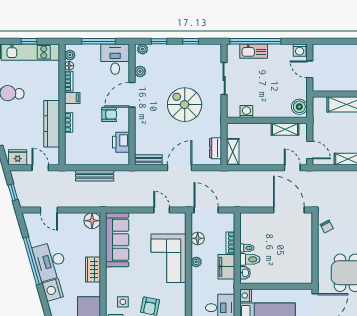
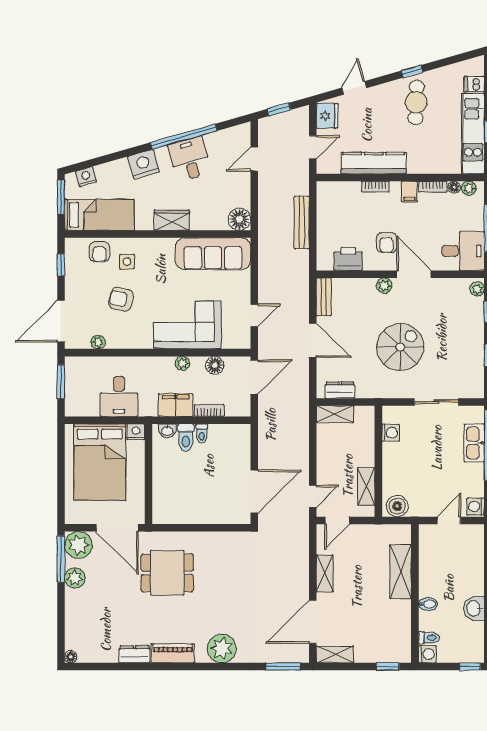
plant: (140, 71) -> (384, 286), moved
chair: (327, 226) -> (231, 544), removed
desk: (50, 261) -> (190, 159), width x0.73

